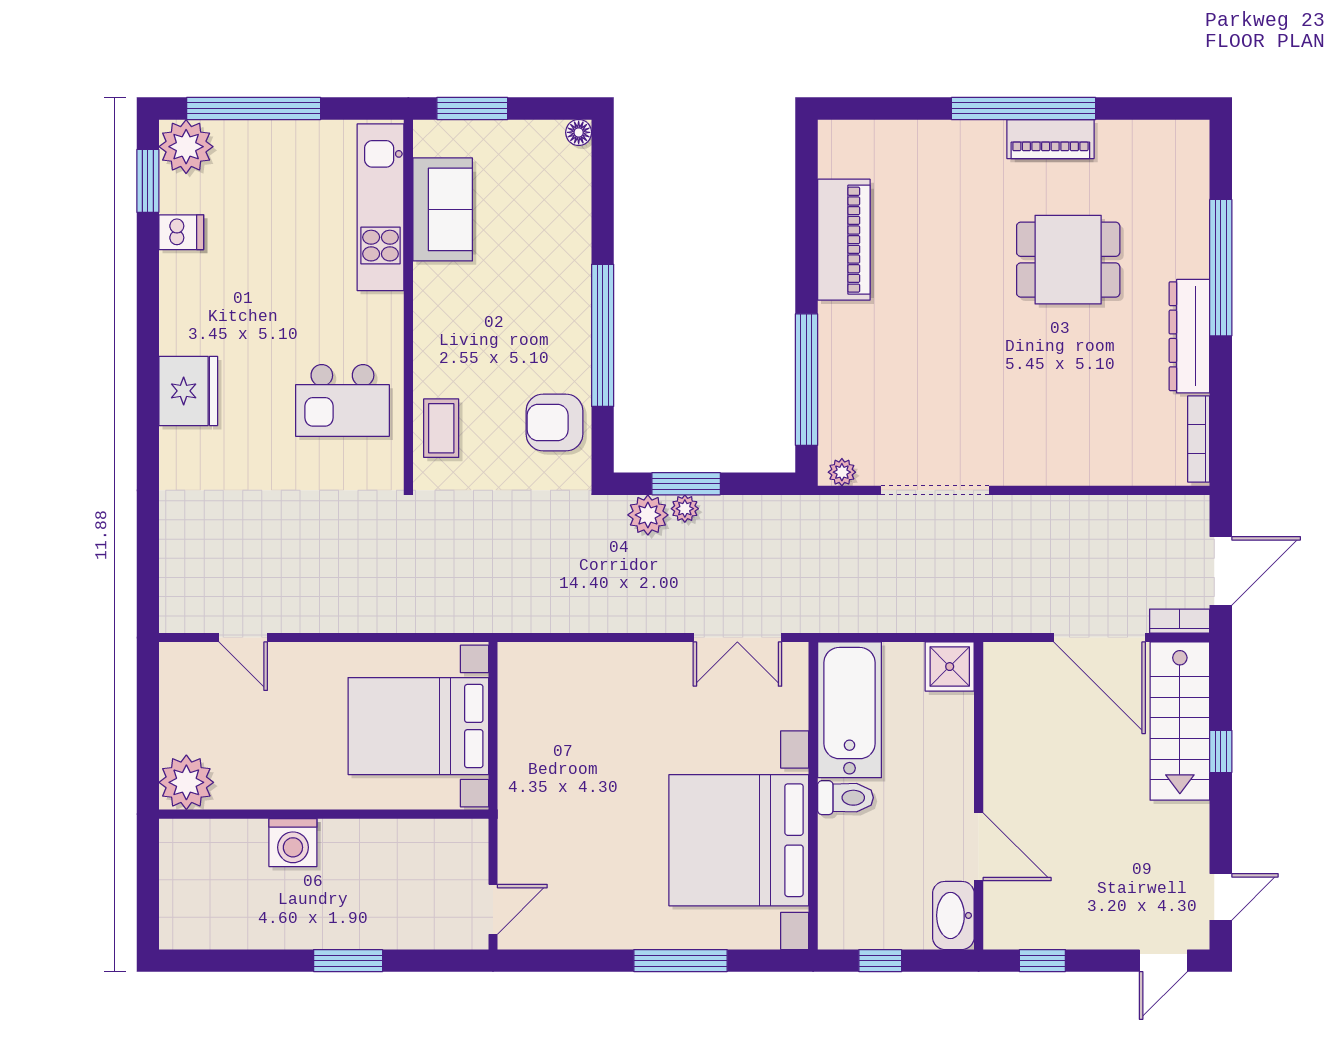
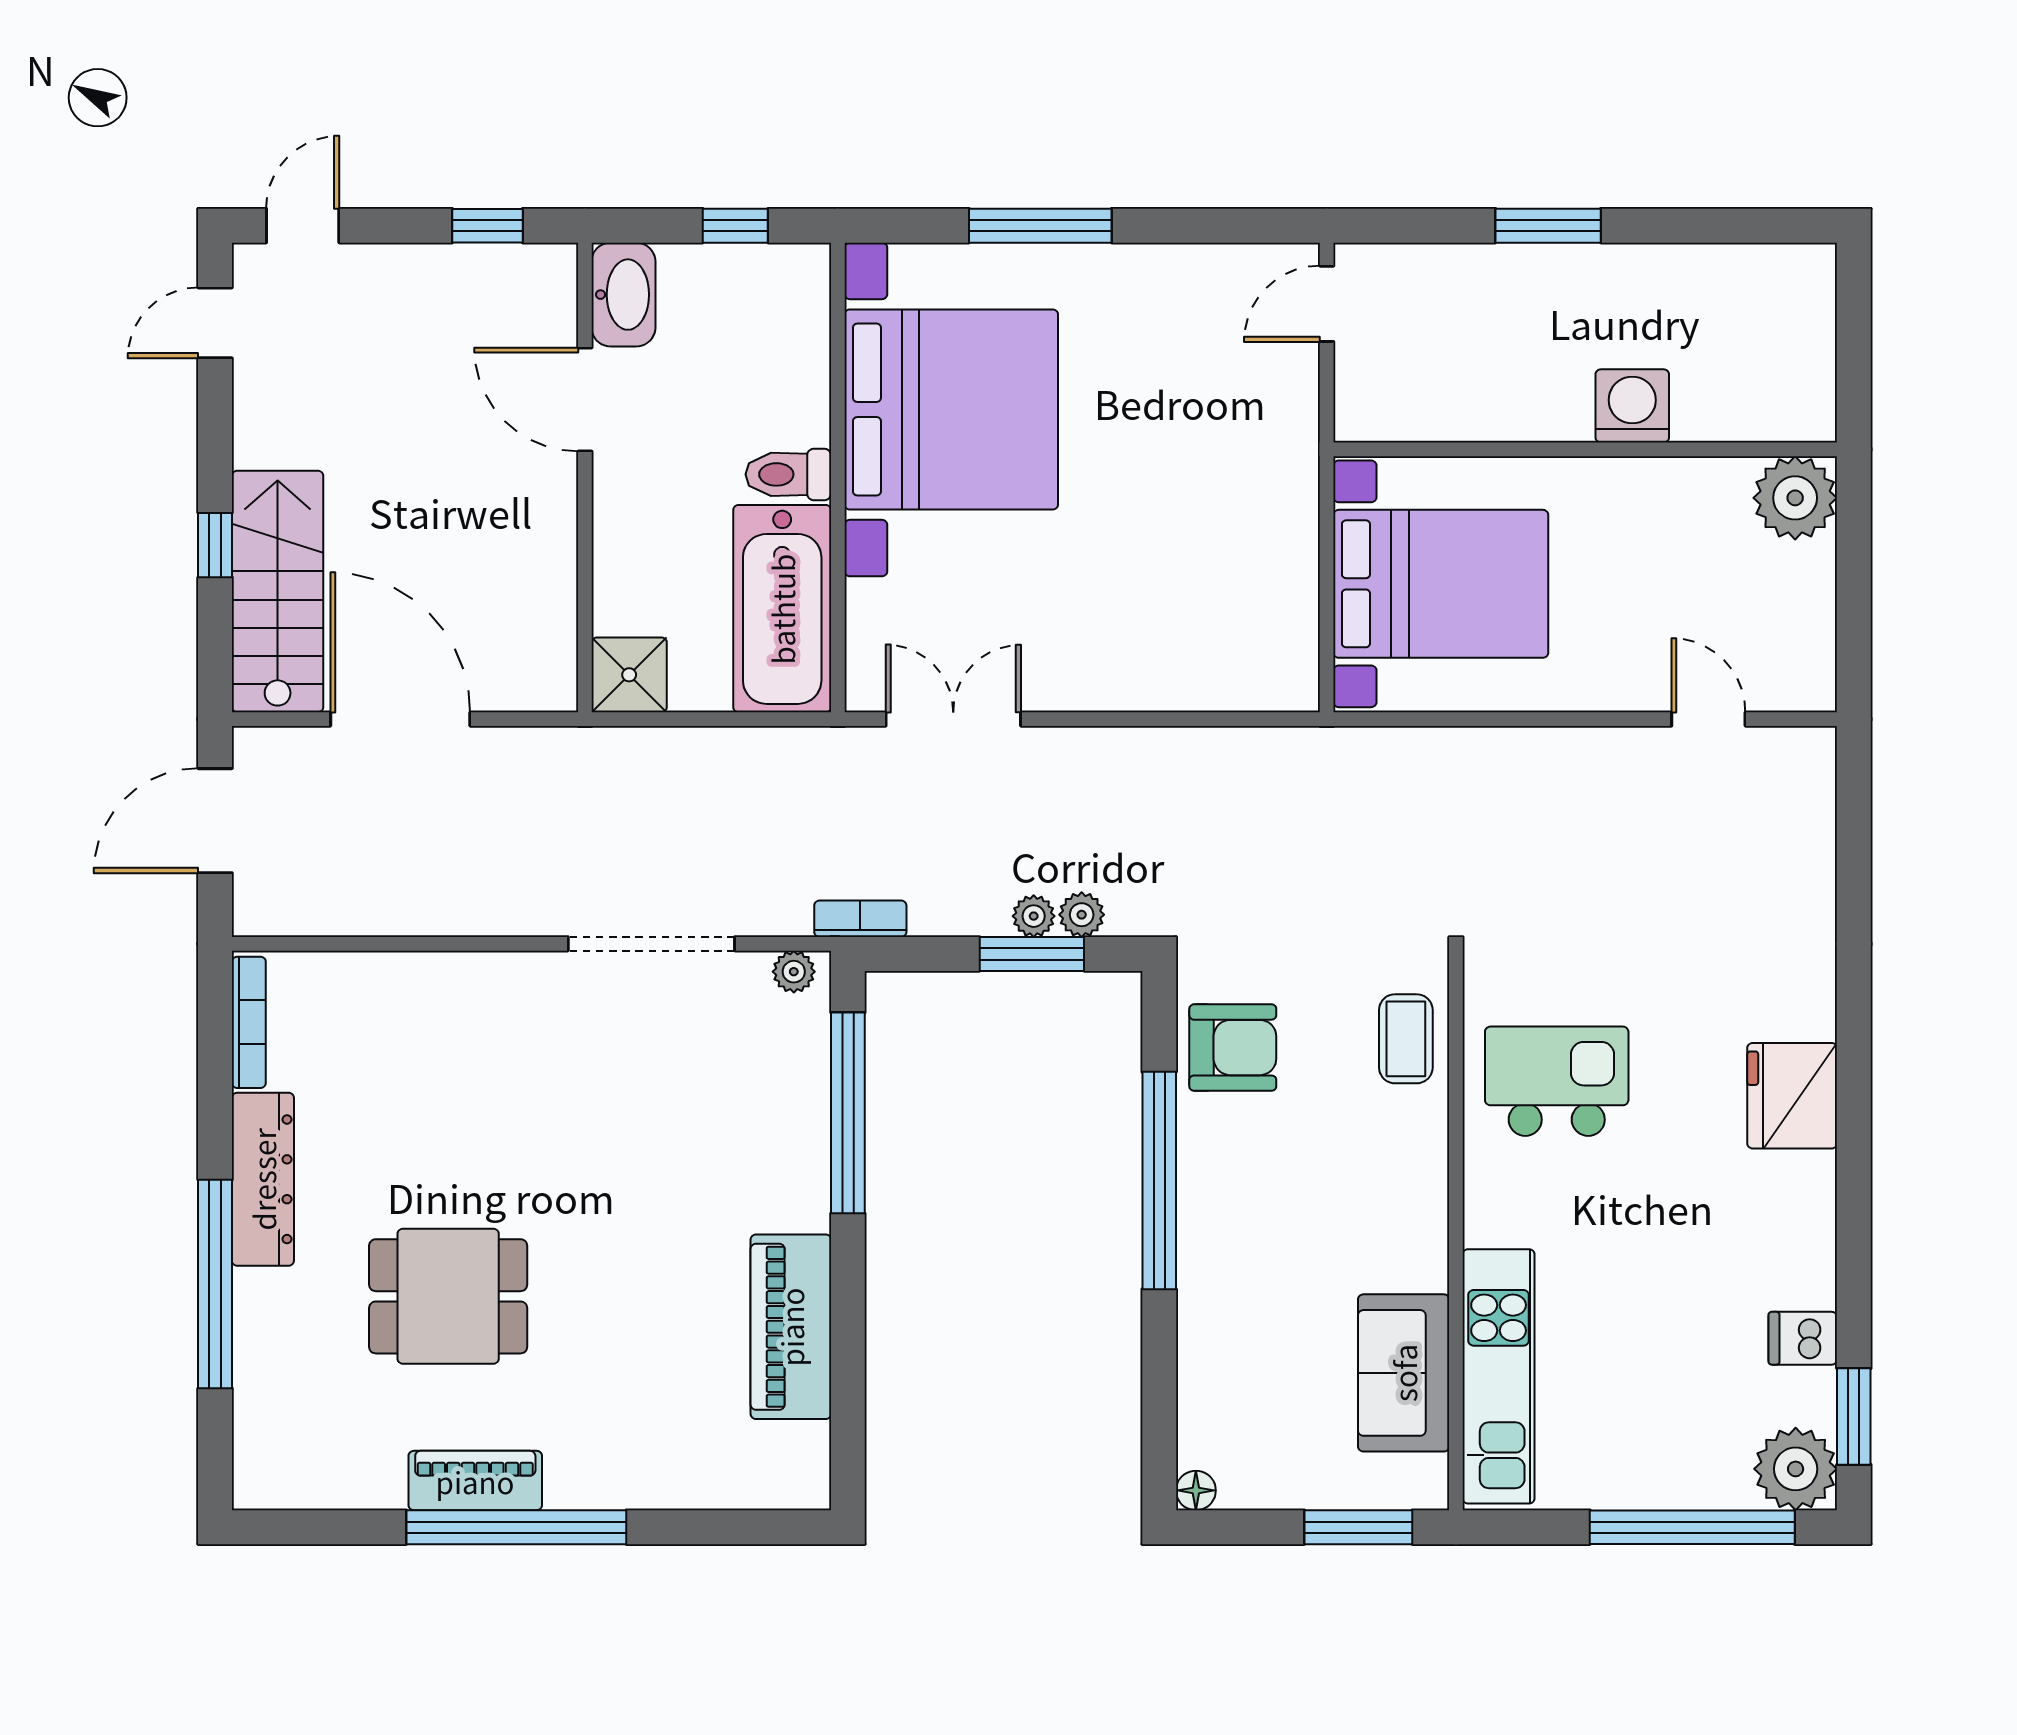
plant: (648, 515) -> (1082, 915), width x0.73, depth x0.73
bookcase: (1180, 621) -> (860, 919), moved, turned 180

